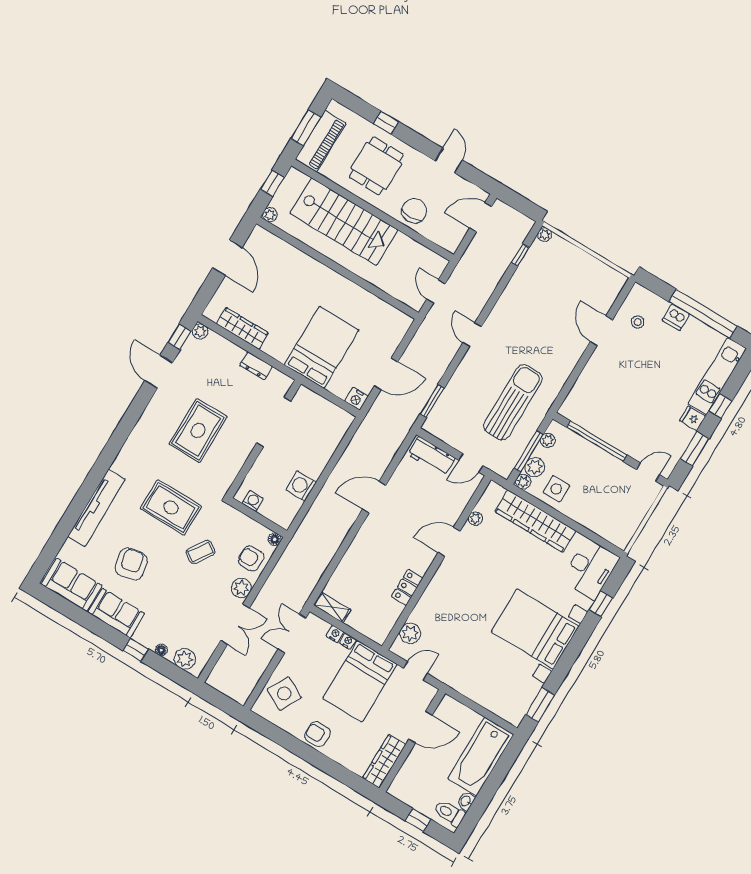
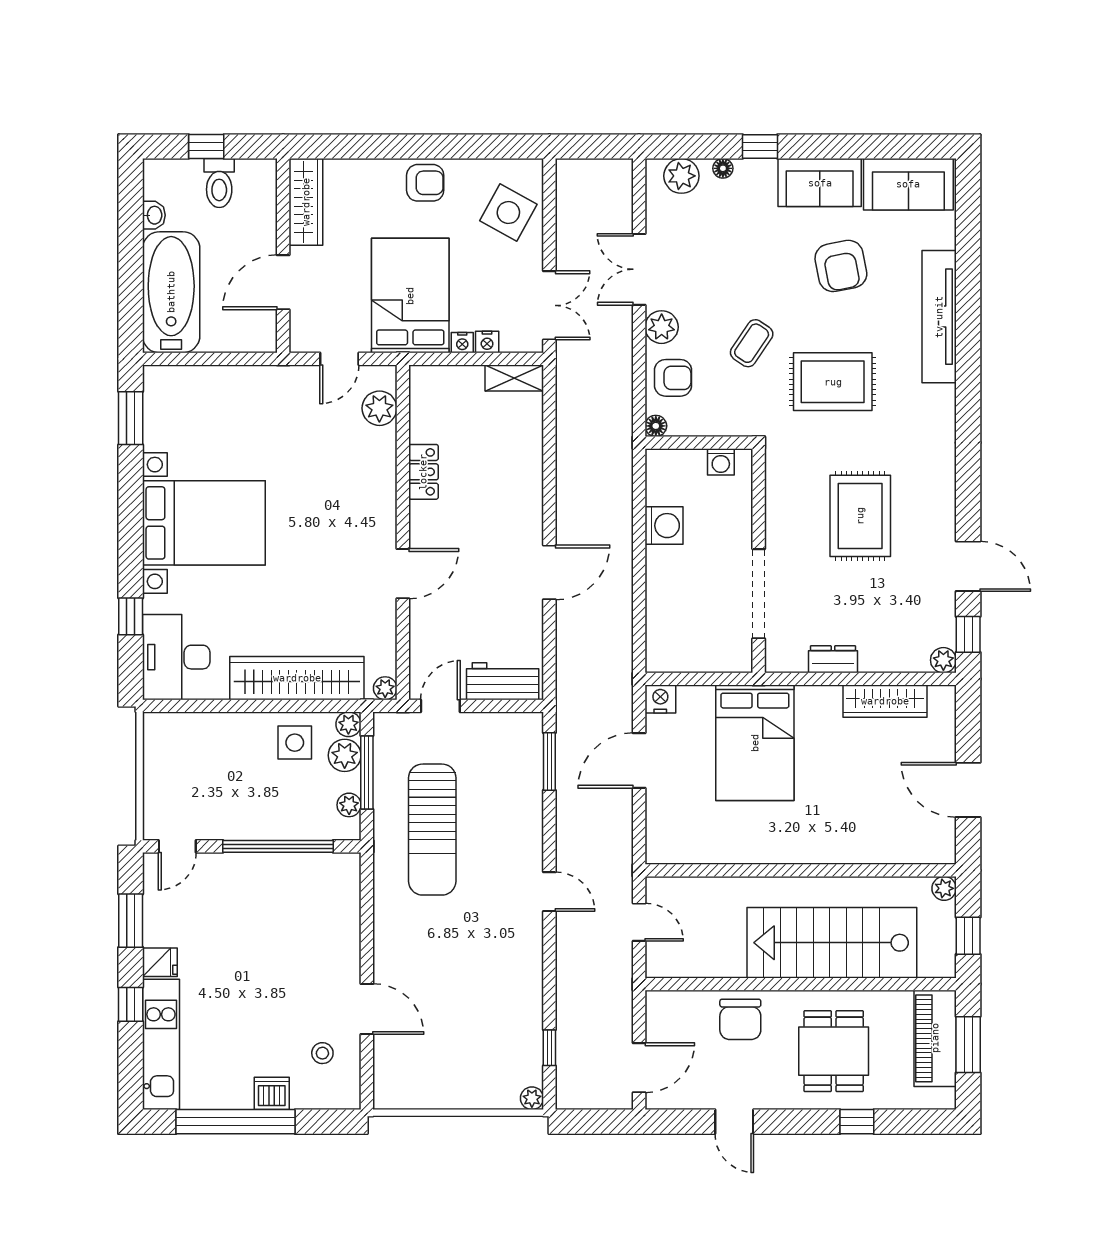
plant: (475, 519) -> (385, 688), moved
toilet: (449, 813) -> (219, 183), moved, turned 90

